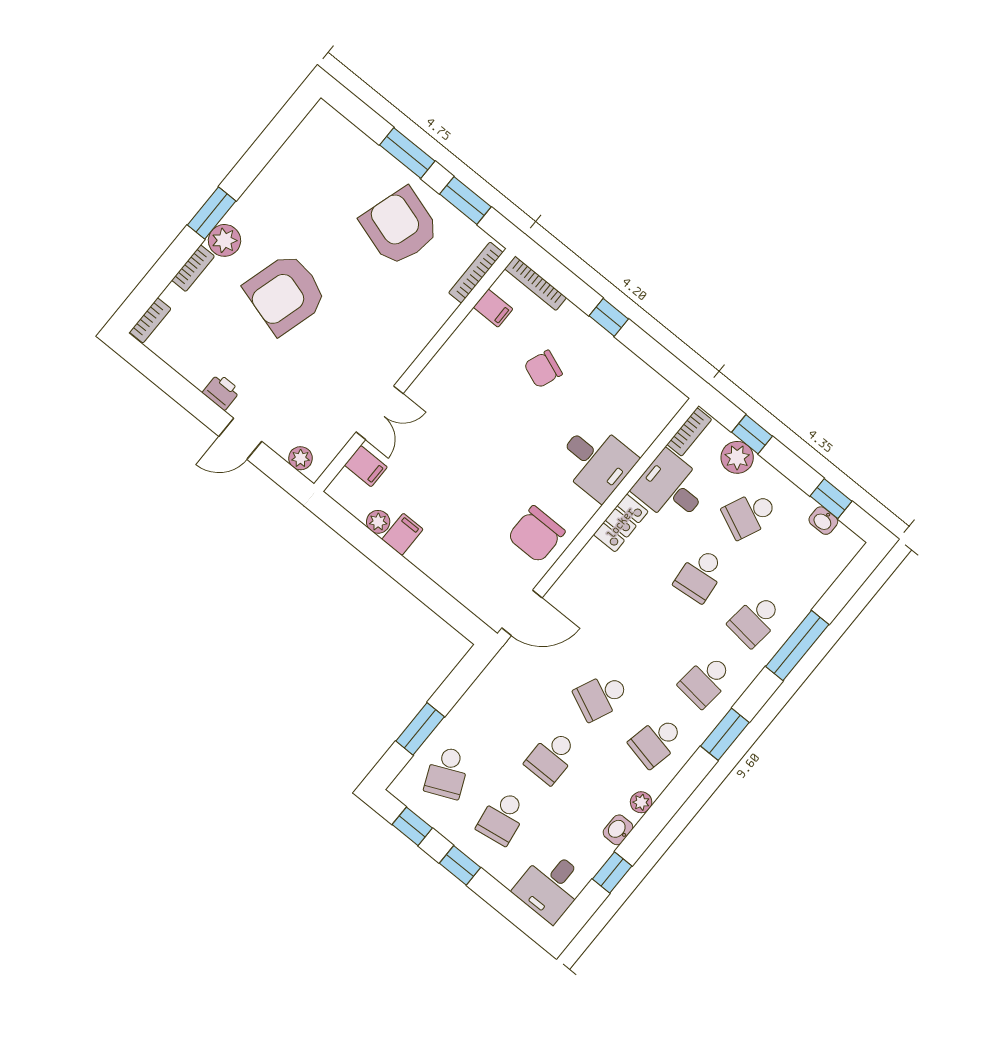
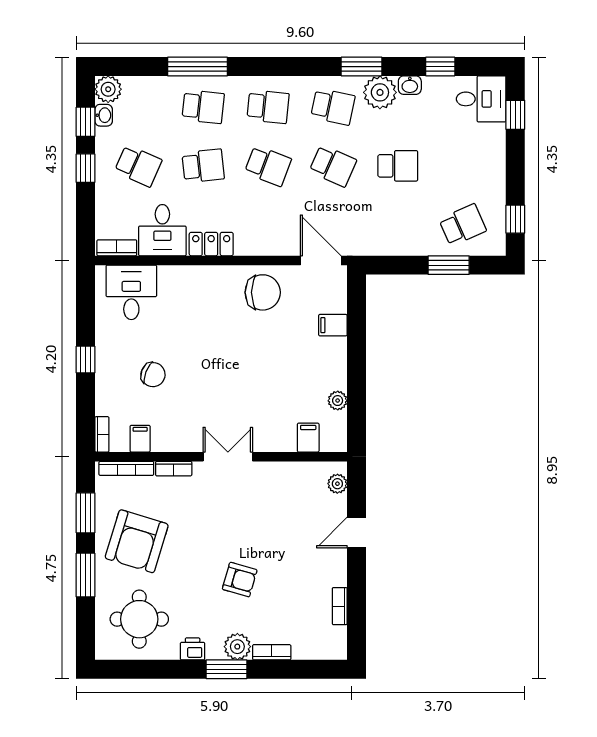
round table: (325, 170) -> (139, 619), added
bookcase: (536, 283) -> (102, 434), width x0.64
armchair: (285, 294) -> (240, 580), width x0.53, depth x0.53
bookcase: (439, 317) -> (174, 469), added
bookcase: (150, 320) -> (340, 606), moved, turned -90
printer: (221, 392) -> (193, 649), moved, turned 90
double door: (380, 413) -> (228, 457), moved
window: (752, 434) -> (85, 168), moved
door: (240, 439) -> (356, 533), swing flipped
plant: (737, 457) -> (108, 89), moved
desk: (596, 461) -> (131, 292), moved
filing cabinet: (402, 534) -> (333, 325), moved
window: (725, 734) -> (362, 67), moved
plant: (641, 802) -> (380, 92), width x1.88, depth x1.88
school desk: (502, 818) -> (268, 166), moved, turned 30
window: (460, 865) -> (515, 115), moved

